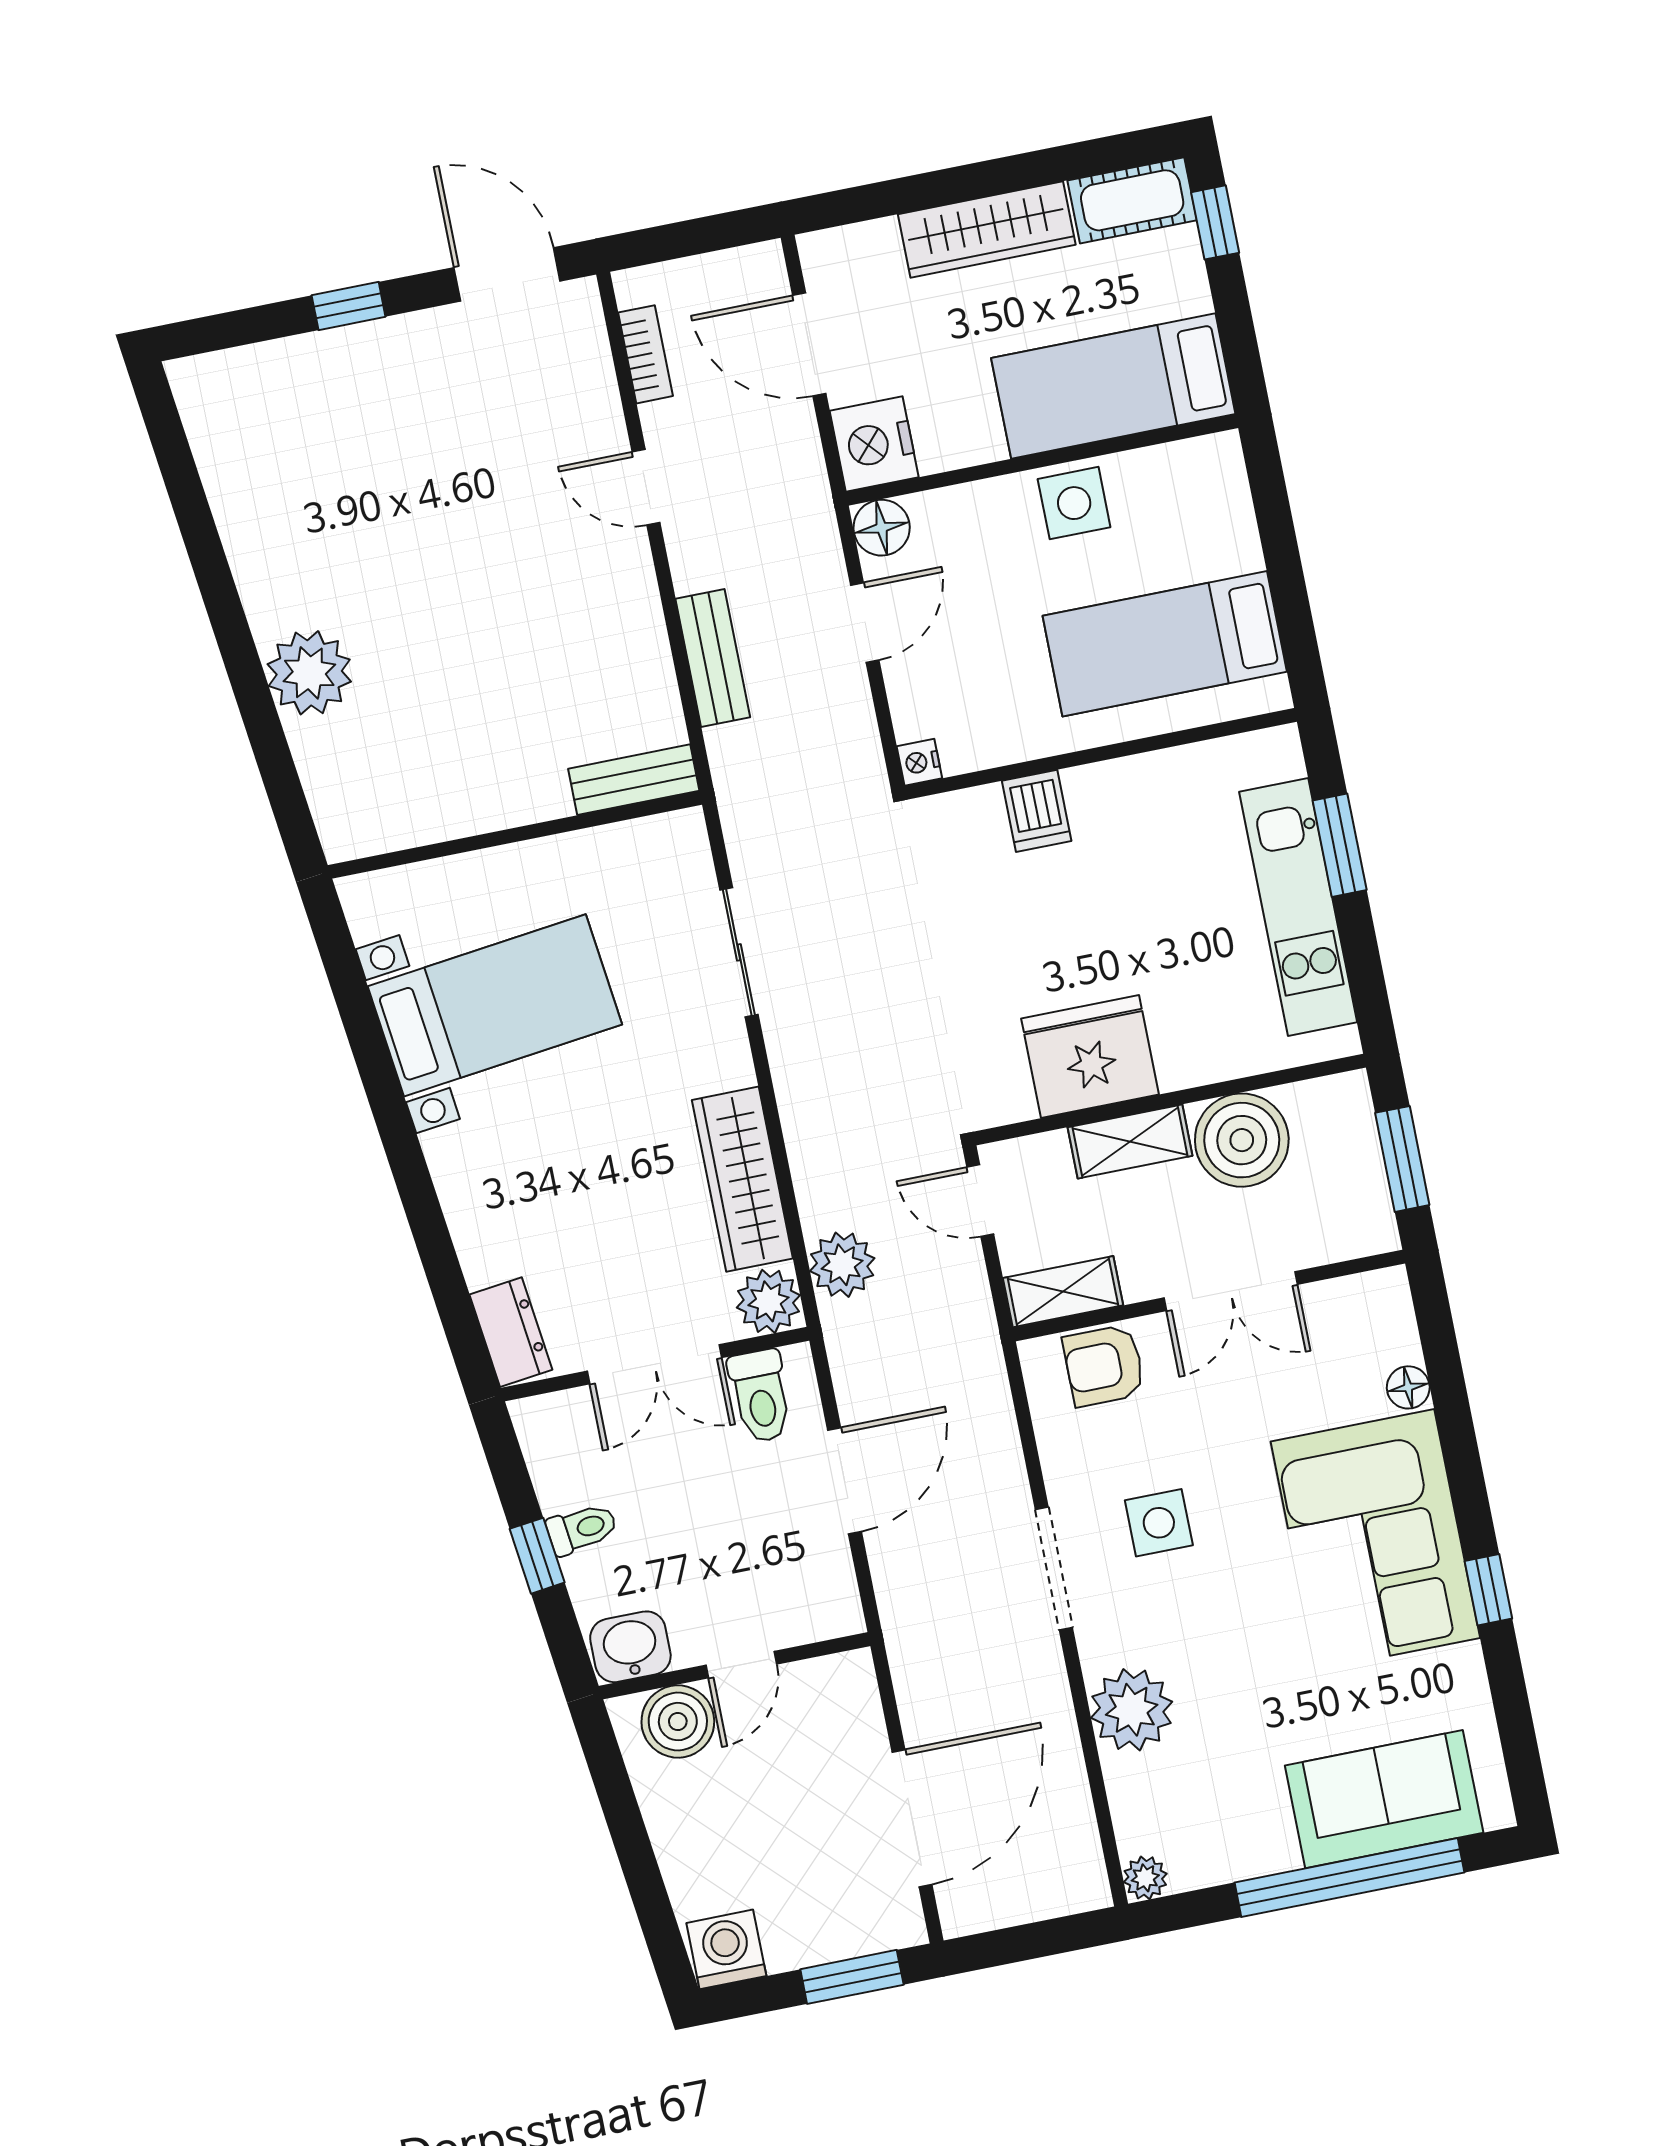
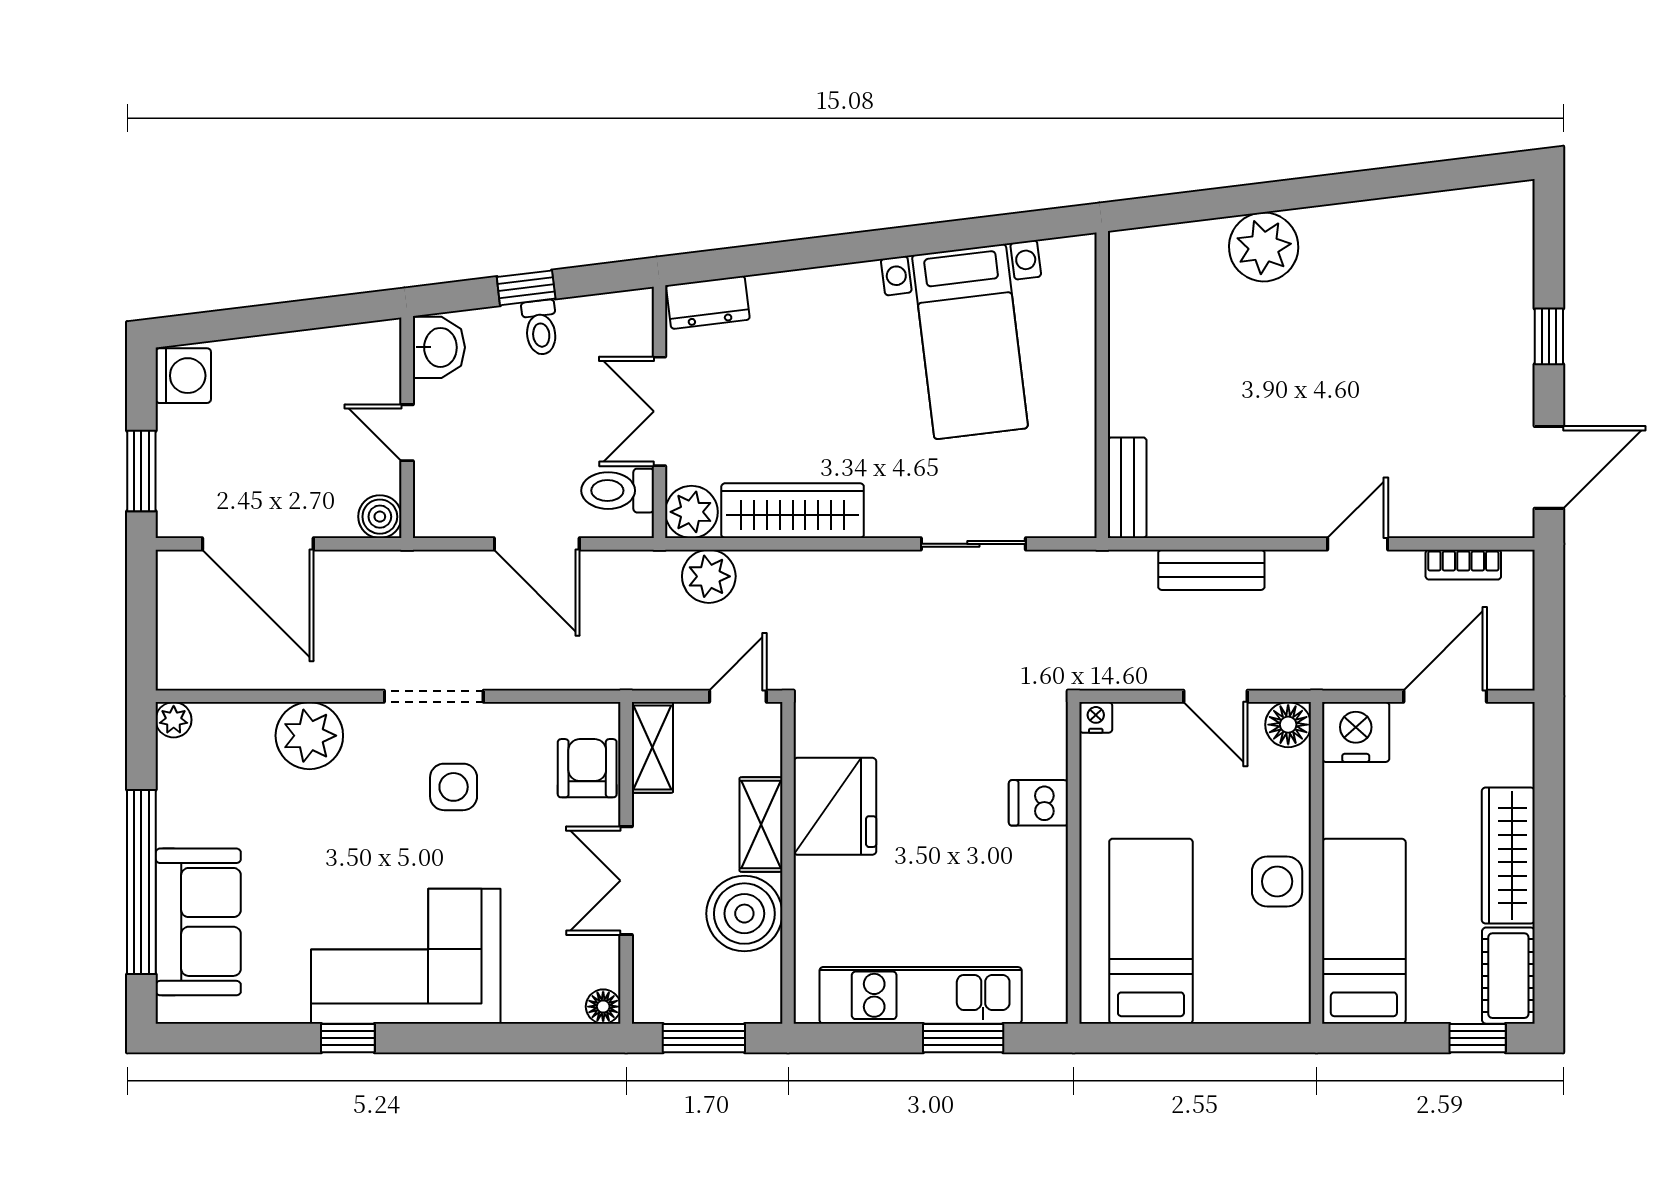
floor lamp: (1408, 1387) -> (603, 1007), moved
boiler: (678, 1722) -> (380, 517), moved, width x0.73, depth x0.73

